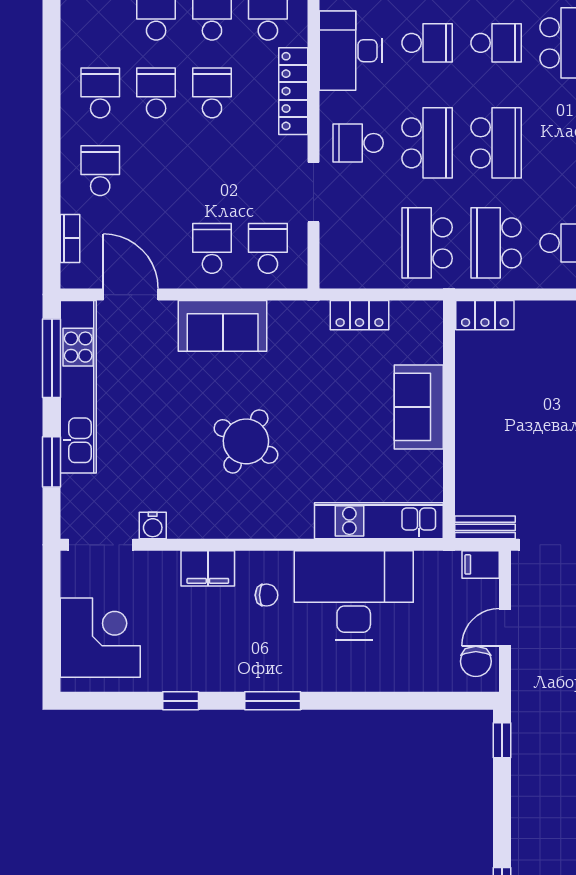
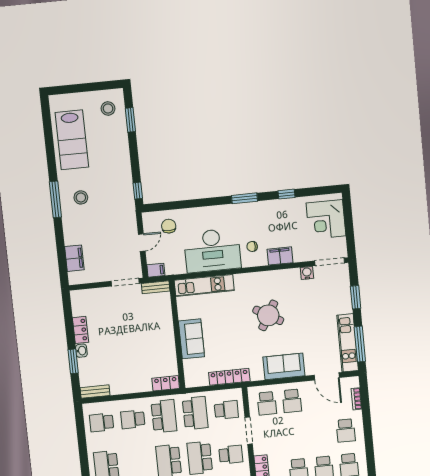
school desk: (358, 243) -> (226, 410), added
locker: (359, 315) -> (229, 377), width x1.53
kitchen unit: (78, 387) -> (348, 343), width x0.73
chair: (476, 661) -> (169, 226), moved

